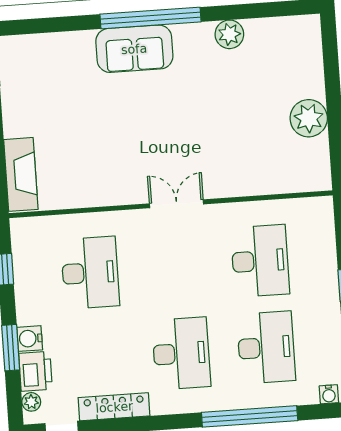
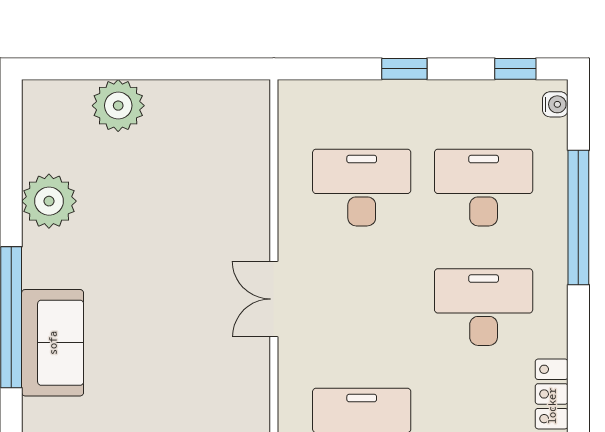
plant: (229, 34) -> (49, 201), width x1.36, depth x1.36
plant: (309, 118) -> (118, 106), moved

